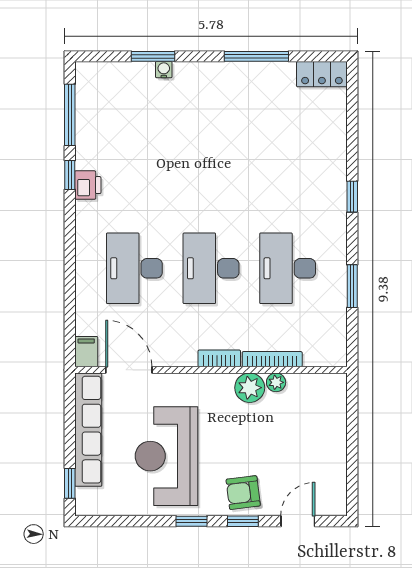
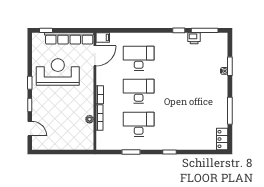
printer: (88, 185) -> (194, 38), moved
plant: (250, 388) -> (87, 108), removed
armchair: (243, 493) -> (42, 105), removed

